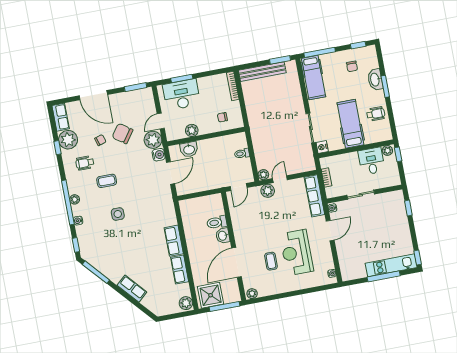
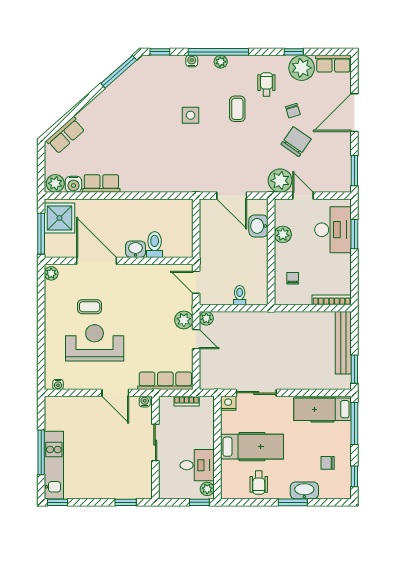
water cooler: (159, 155) -> (73, 184), moved
row of seats: (174, 241) -> (141, 183), removed
row of seats: (132, 289) -> (66, 135), moved

